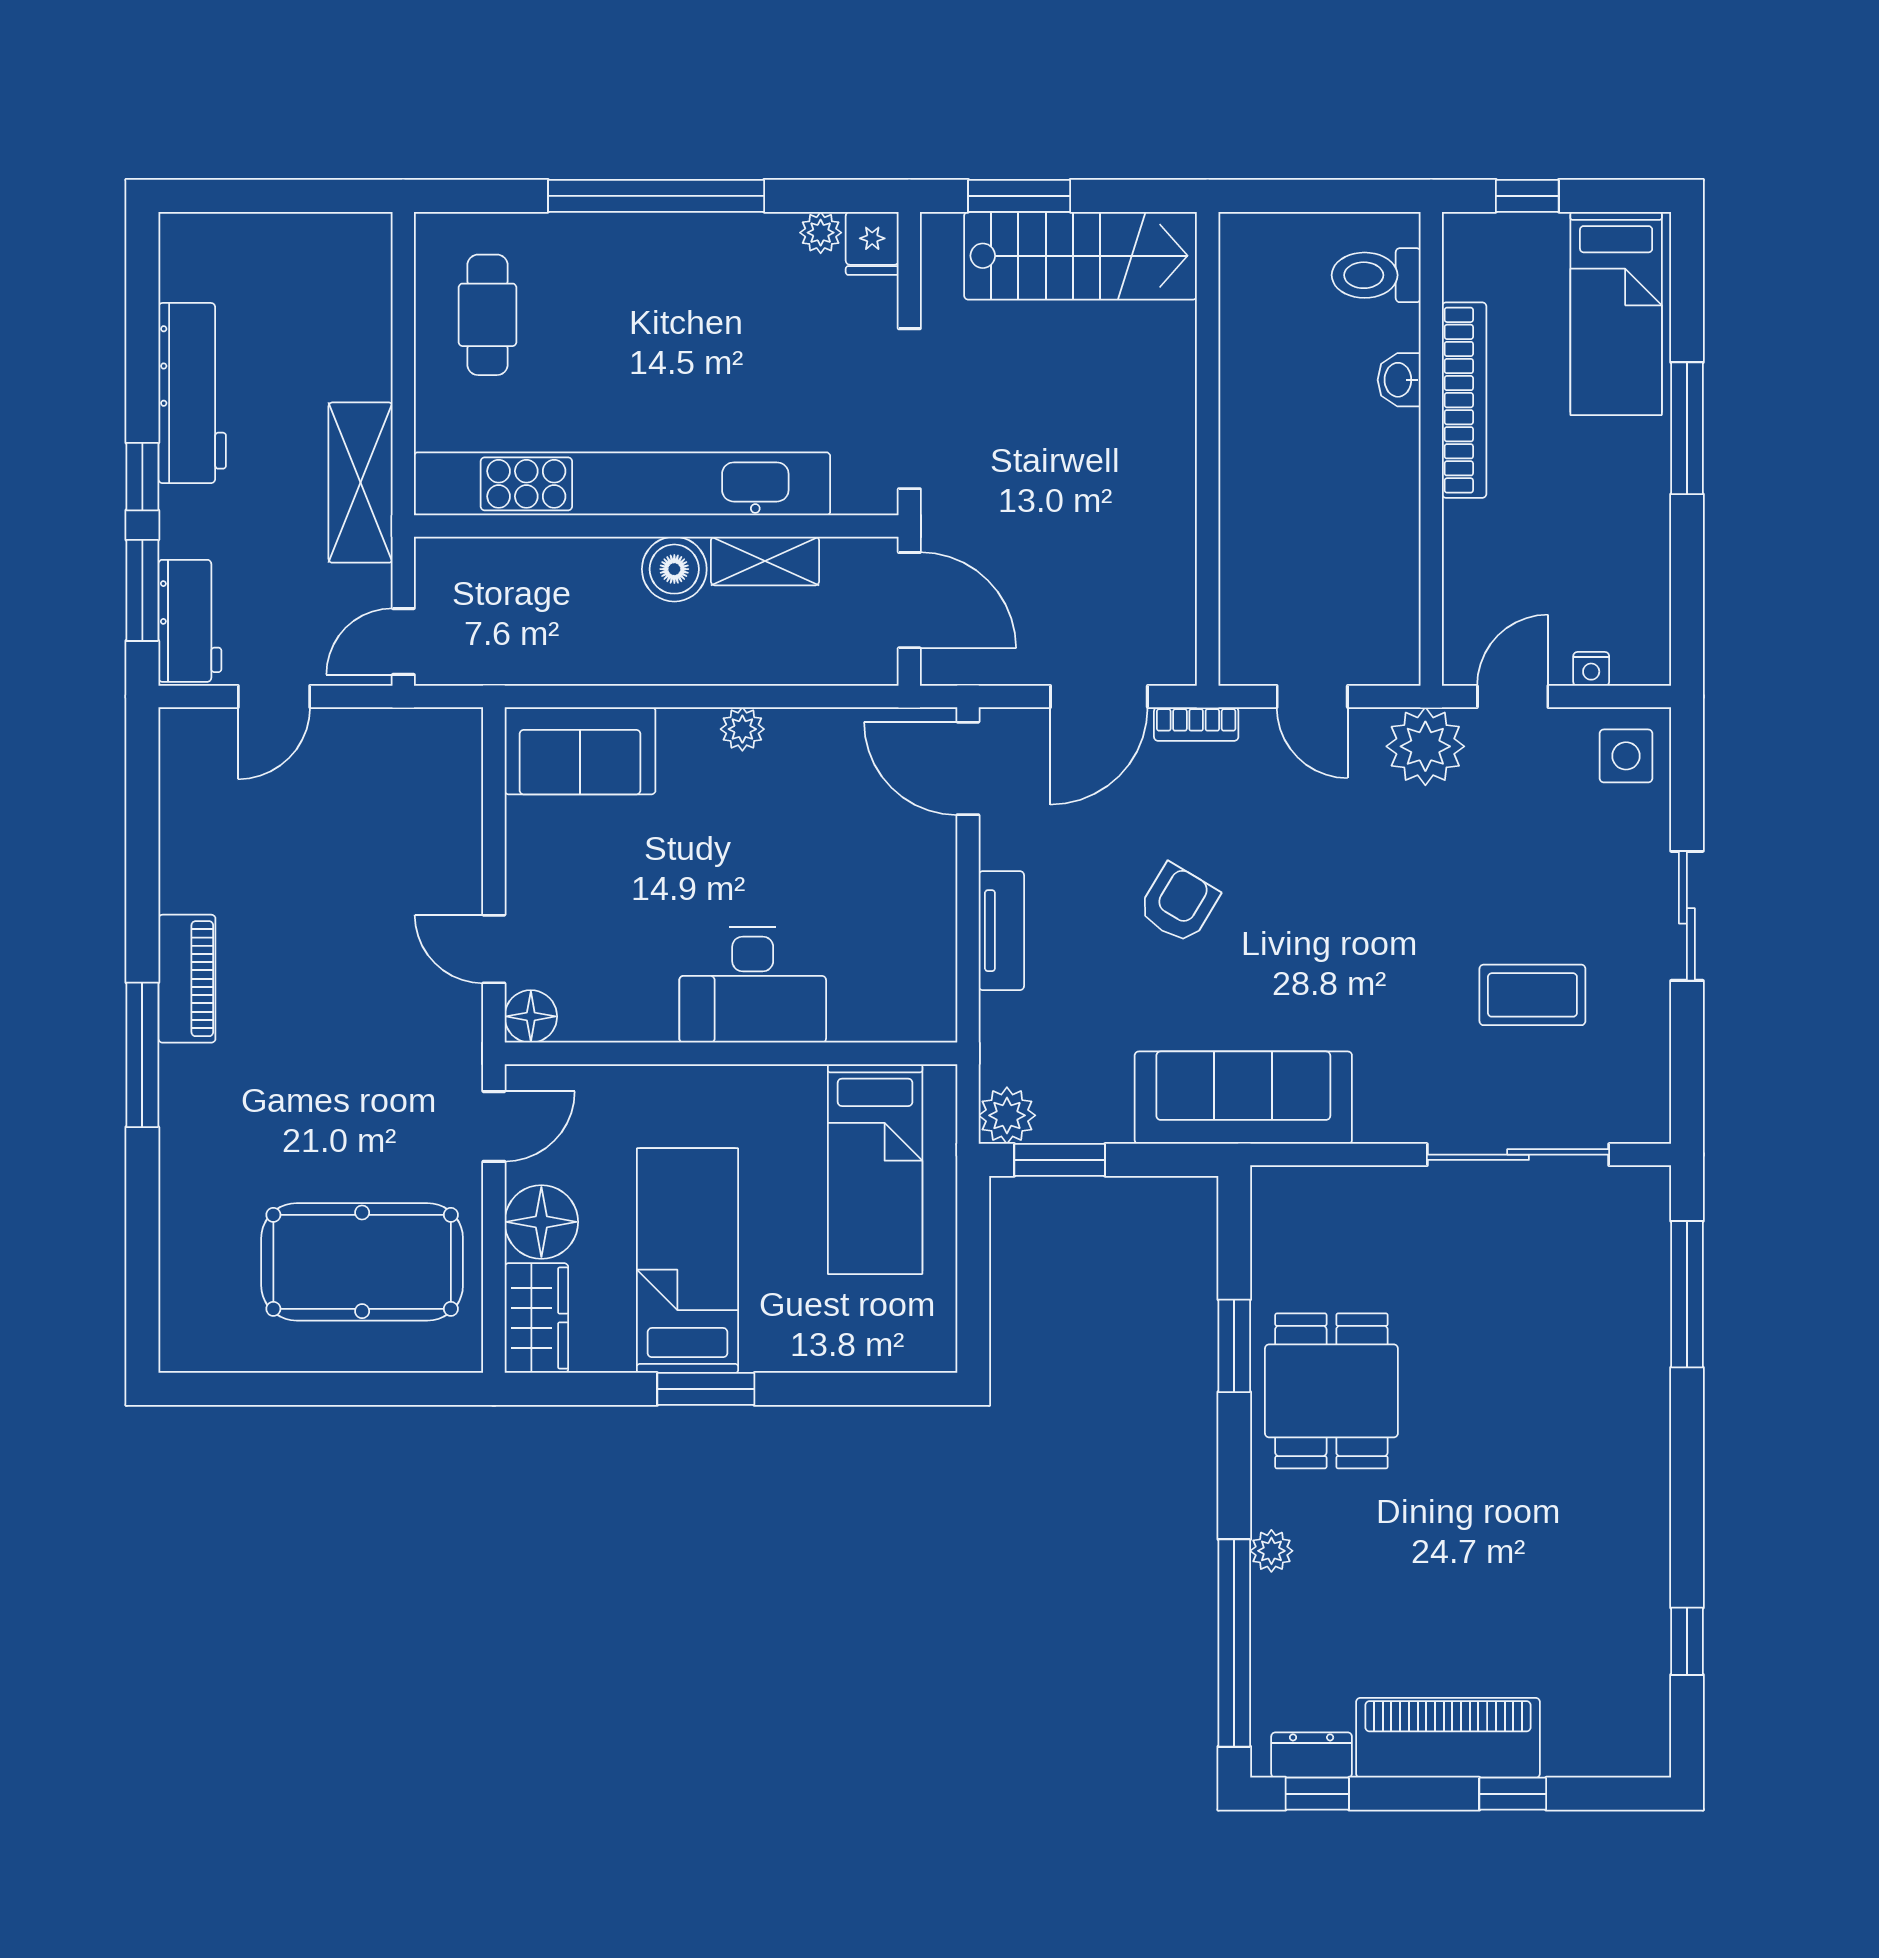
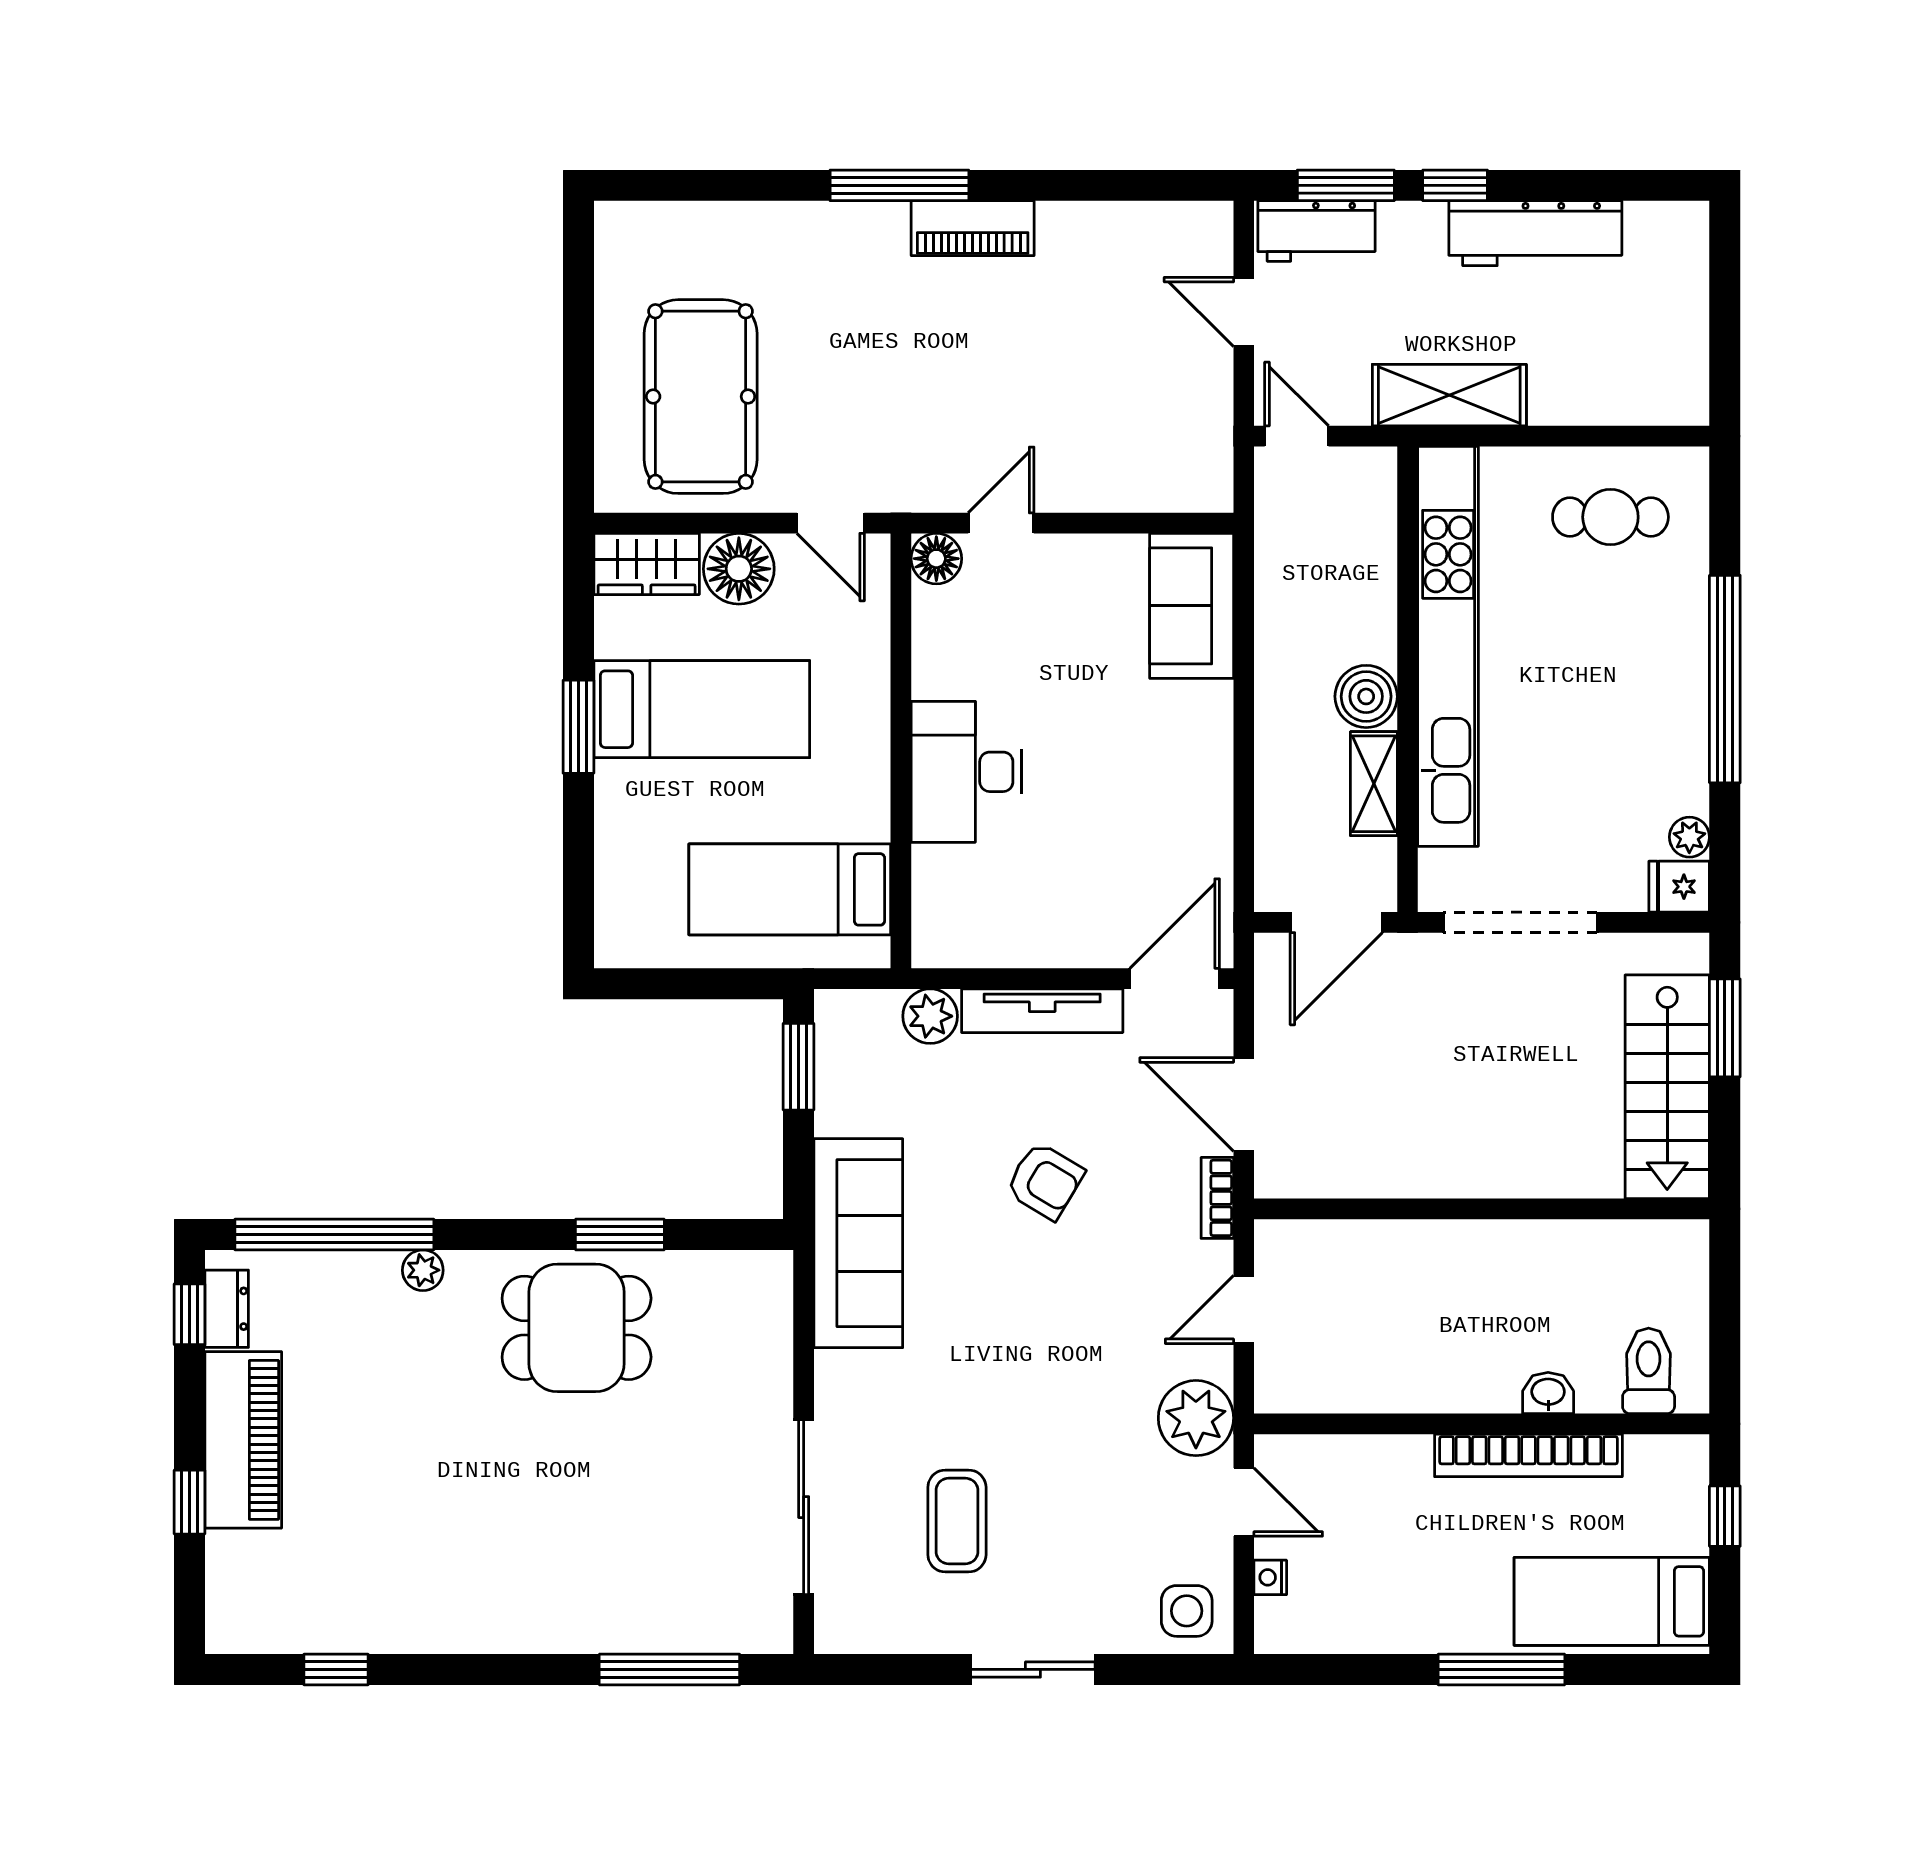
plant: (742, 729) -> (1212, 762), removed
tv unit: (1001, 931) -> (1042, 1011), width x1.41
plant: (1007, 1115) -> (930, 1016), moved

